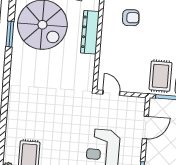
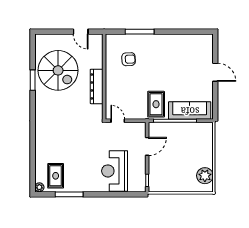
dresser: (90, 32) -> (97, 86), moved

